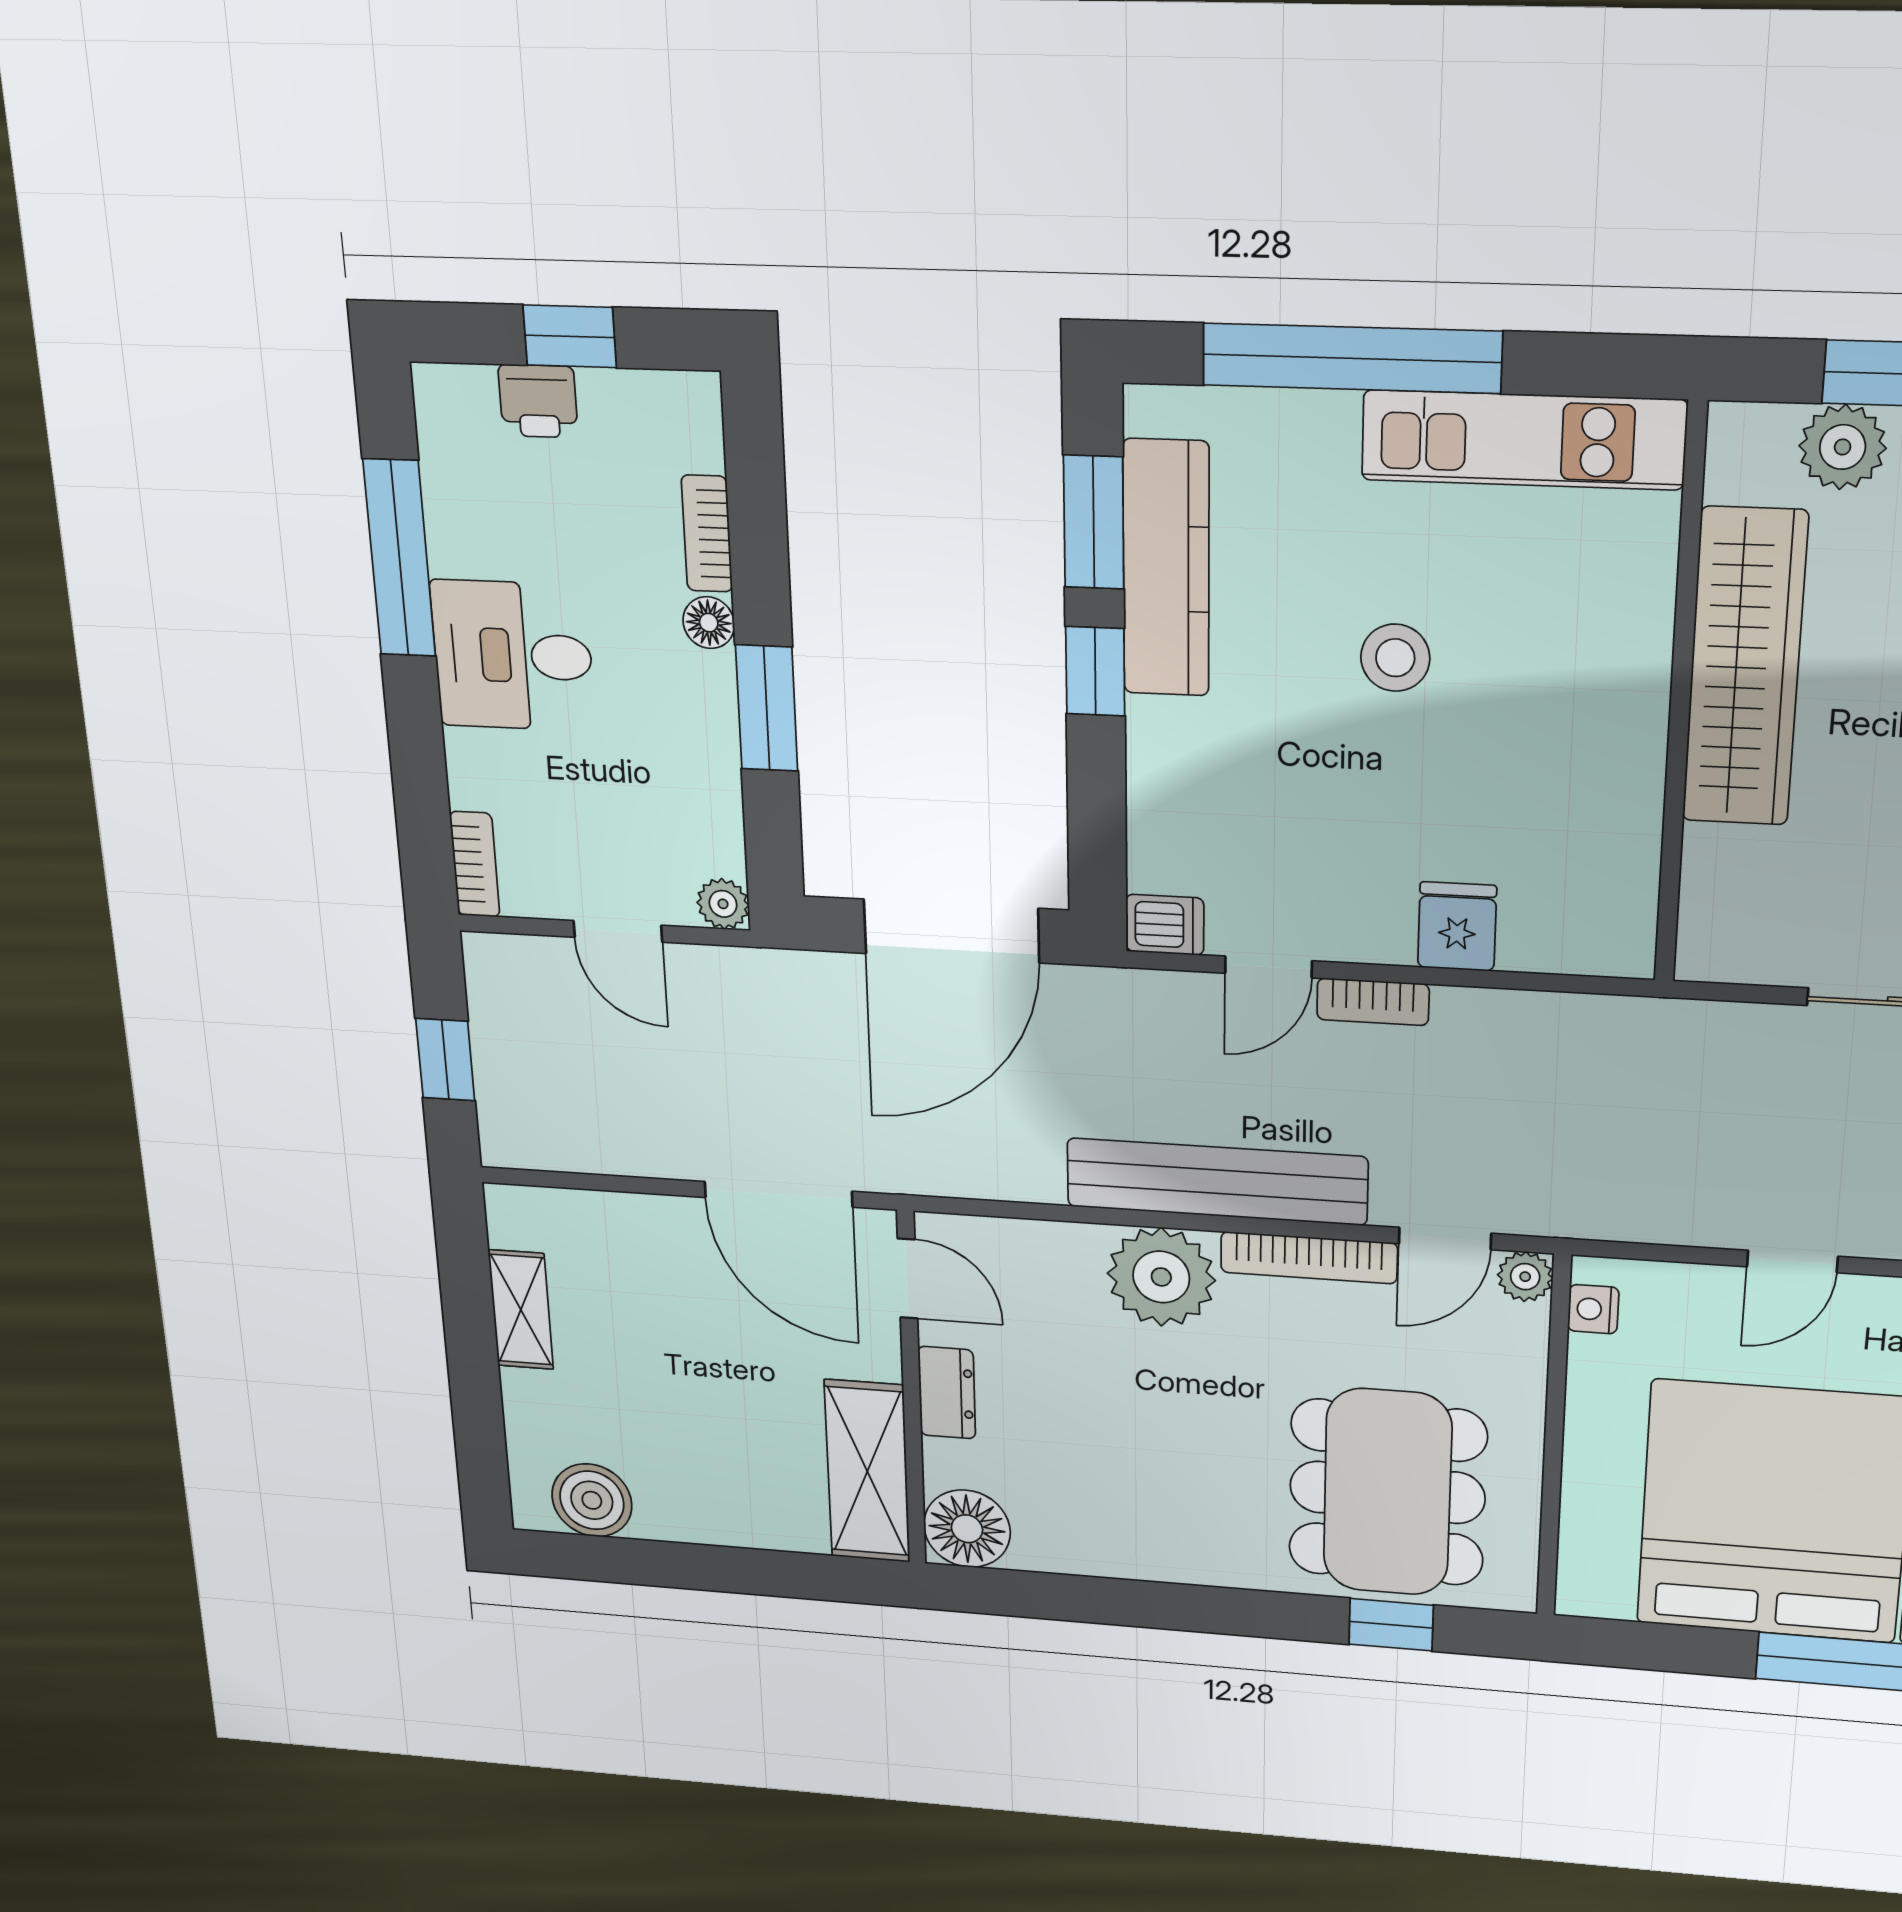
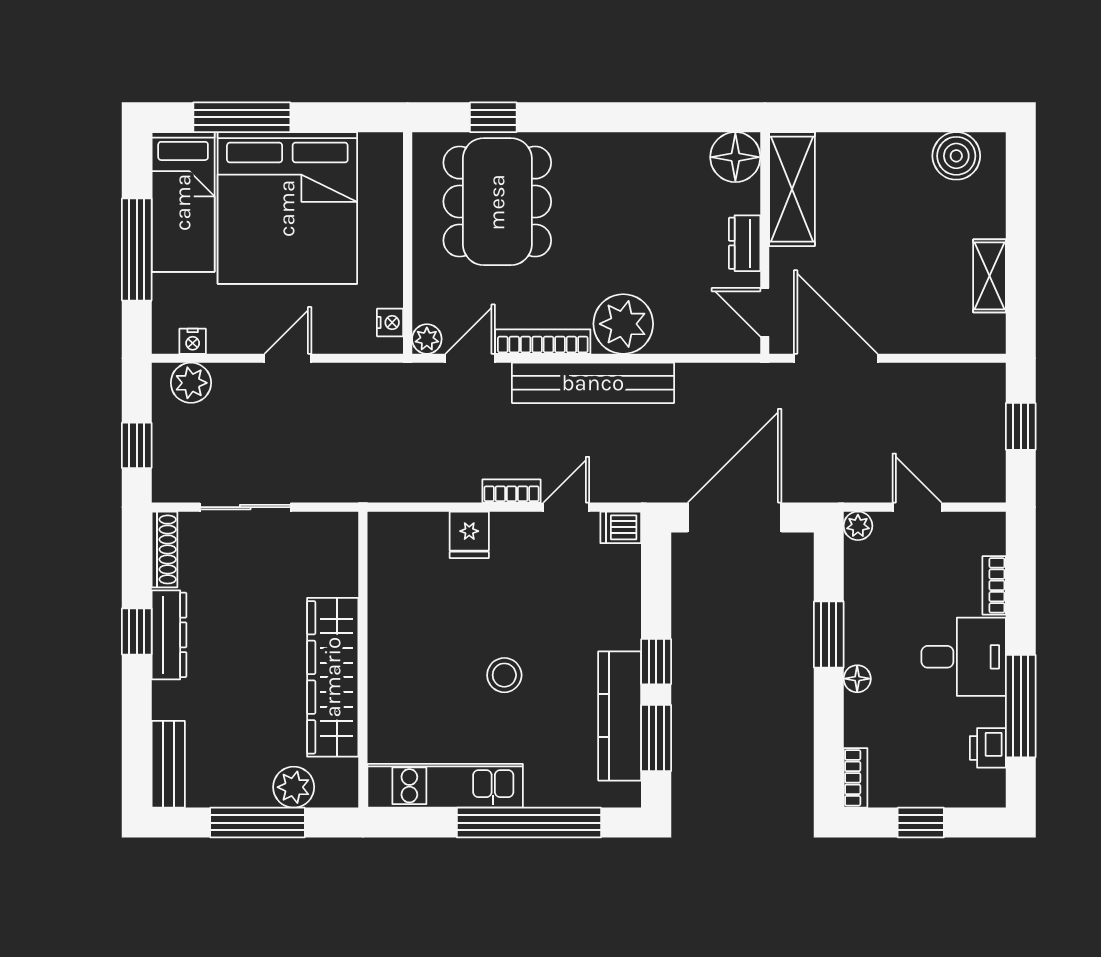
printer: (538, 401) -> (988, 748), moved, turned -90
bookcase: (707, 534) -> (856, 778), moved
bookcase: (475, 864) -> (994, 585), moved

